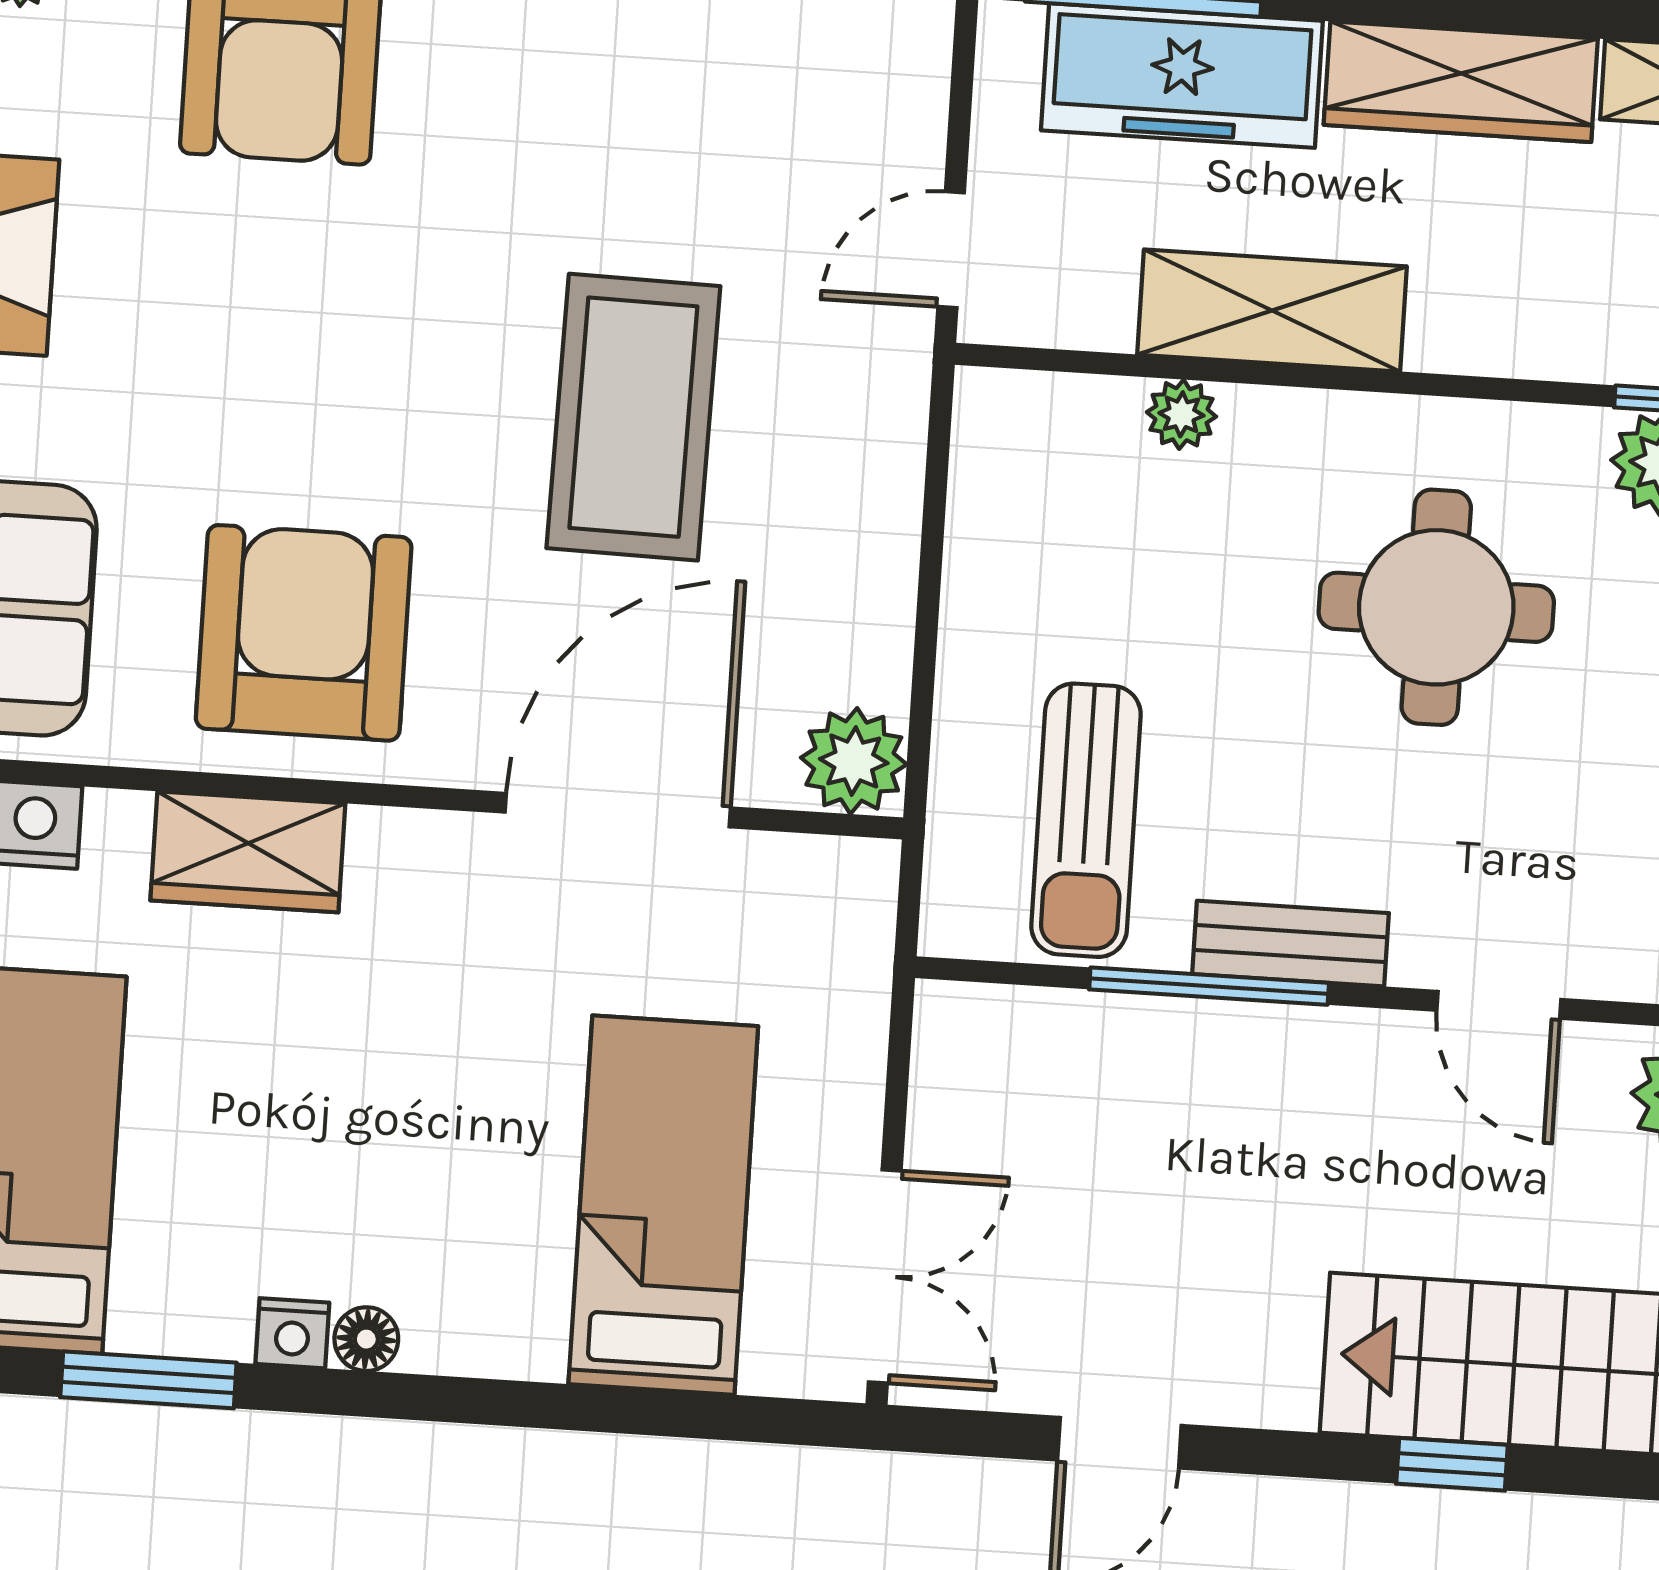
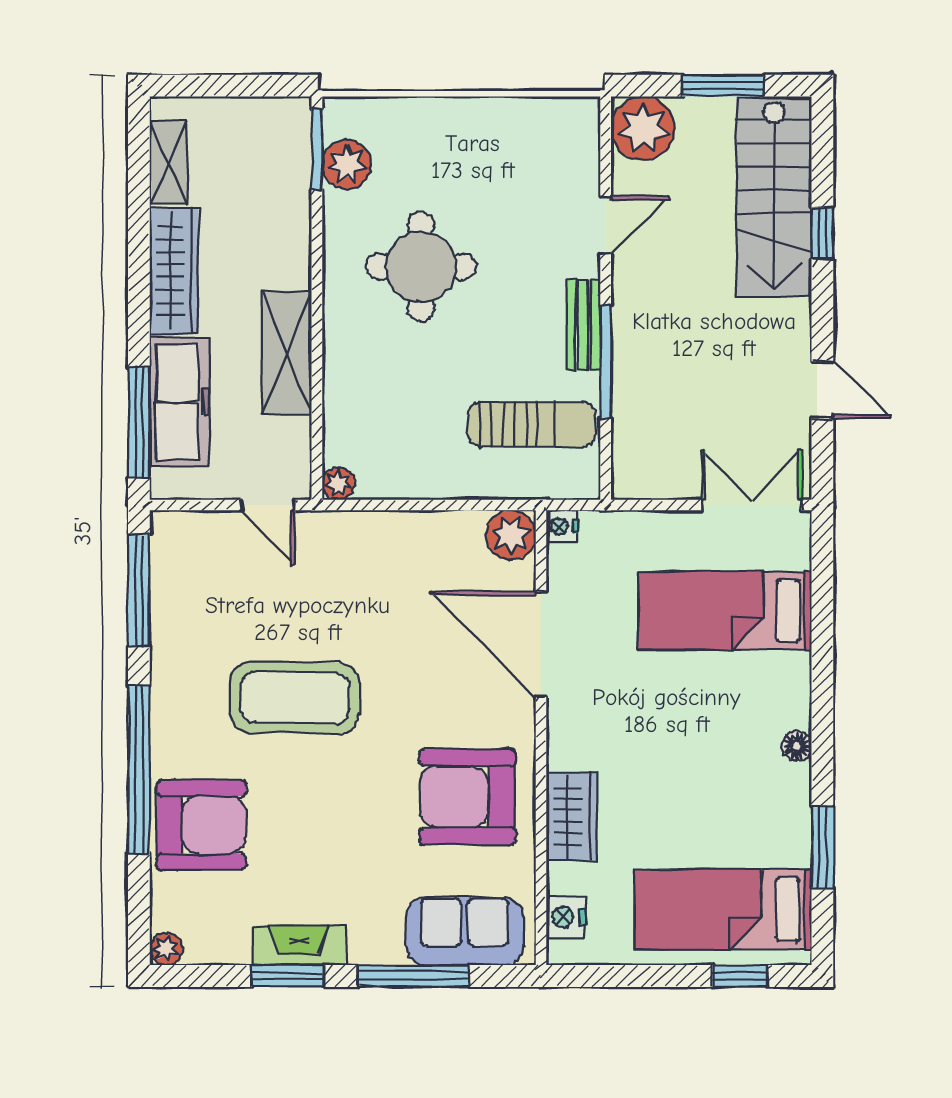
plant: (1181, 414) -> (338, 483), moved
coffee table: (633, 417) -> (295, 698), moved
nightstand: (292, 1333) -> (562, 527), moved, turned 180

